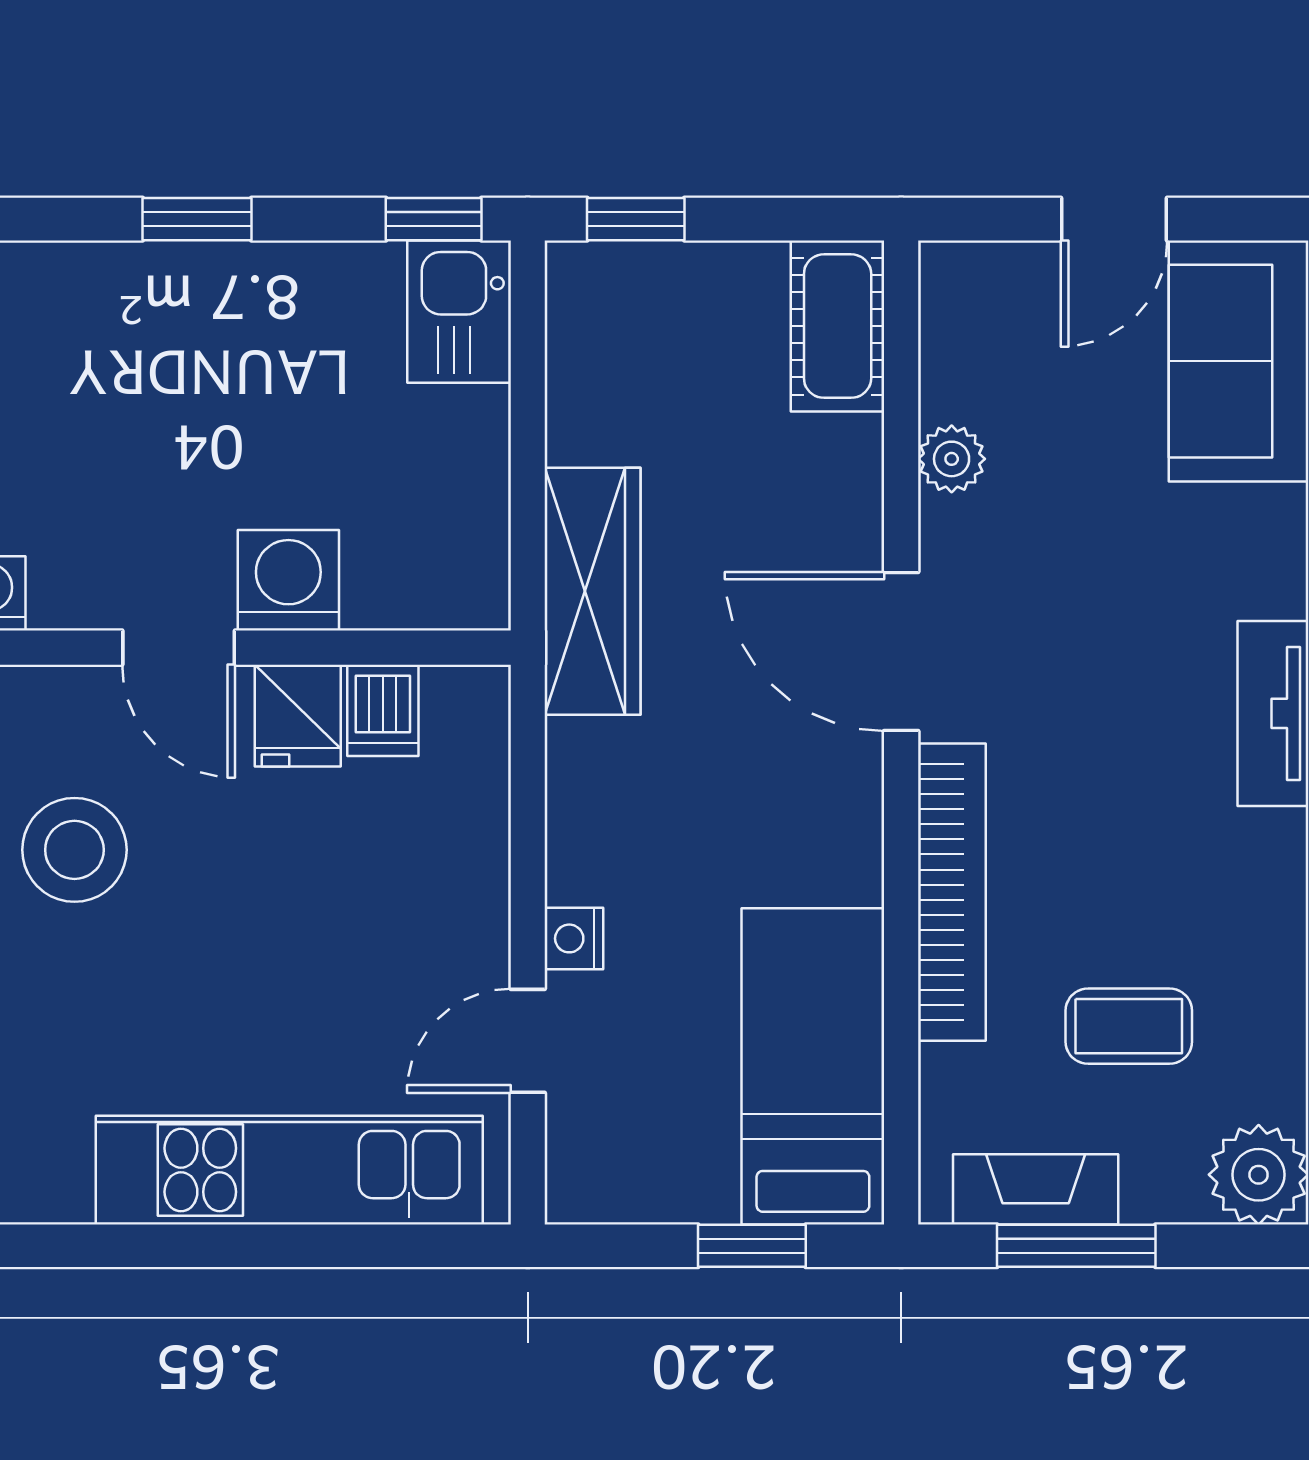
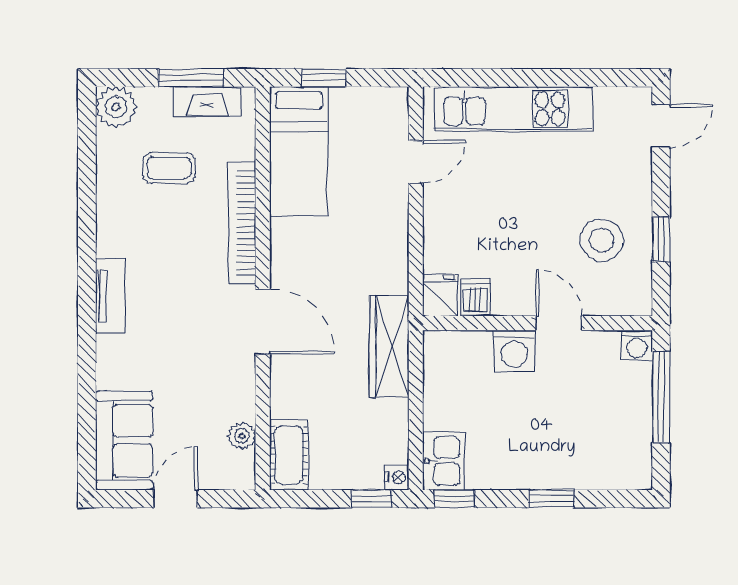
plant: (952, 459) -> (242, 436), moved
fridge: (298, 716) -> (440, 295), moved
nightstand: (574, 938) -> (397, 477), moved

